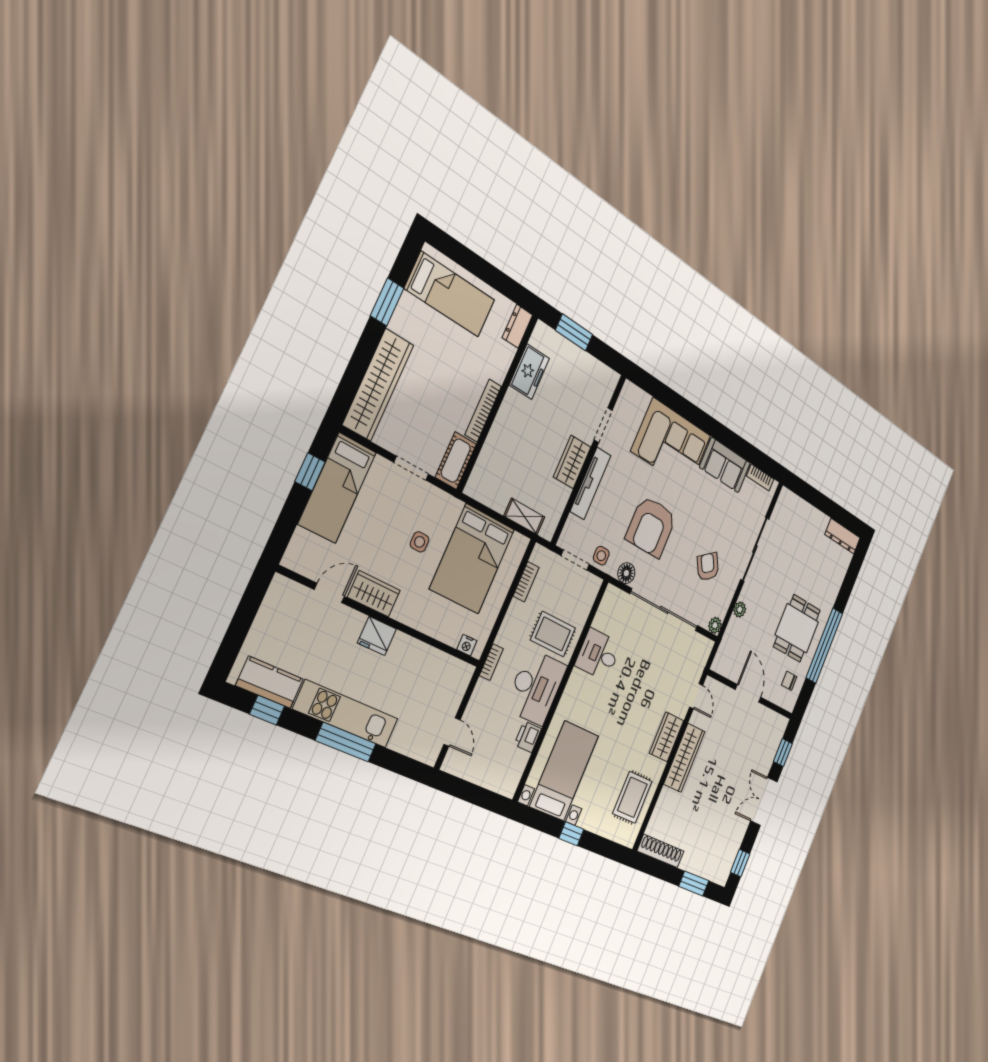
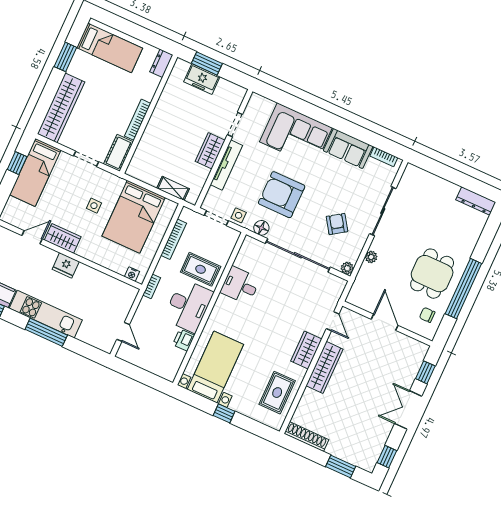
freezer: (529, 372) -> (202, 79), moved, turned 90
armchair: (651, 527) -> (282, 195), turned 90
bookcase: (526, 582) -> (174, 239), width x1.56

